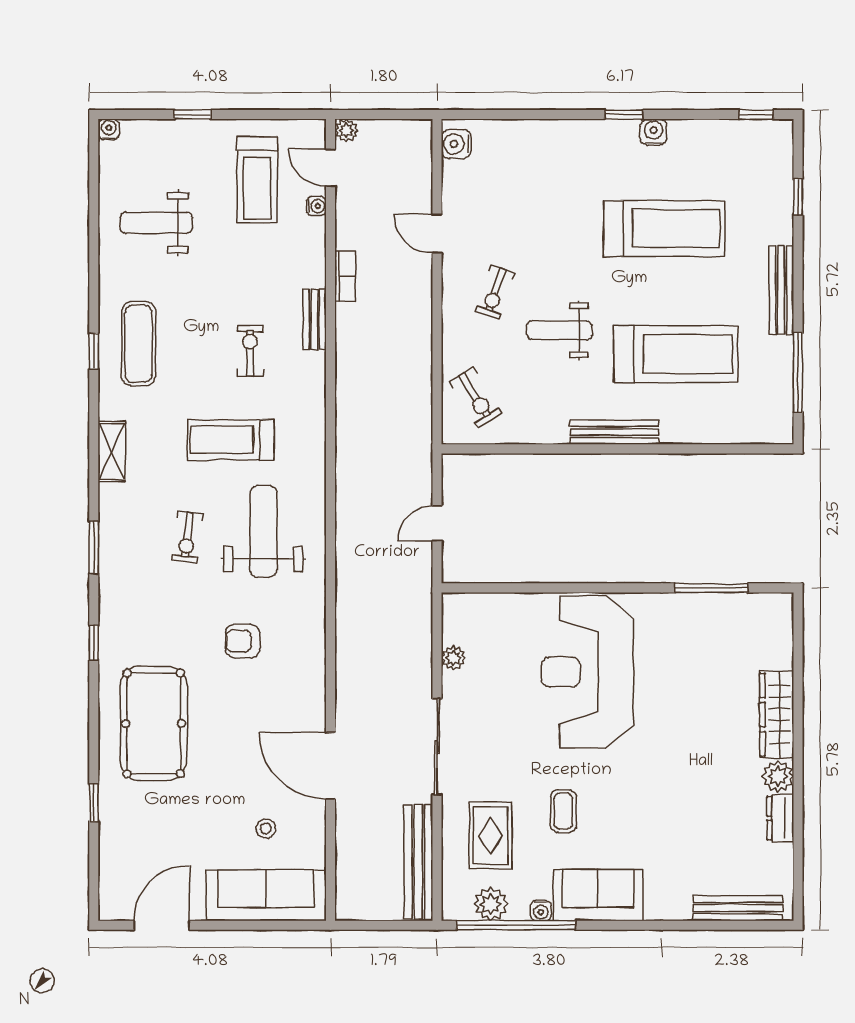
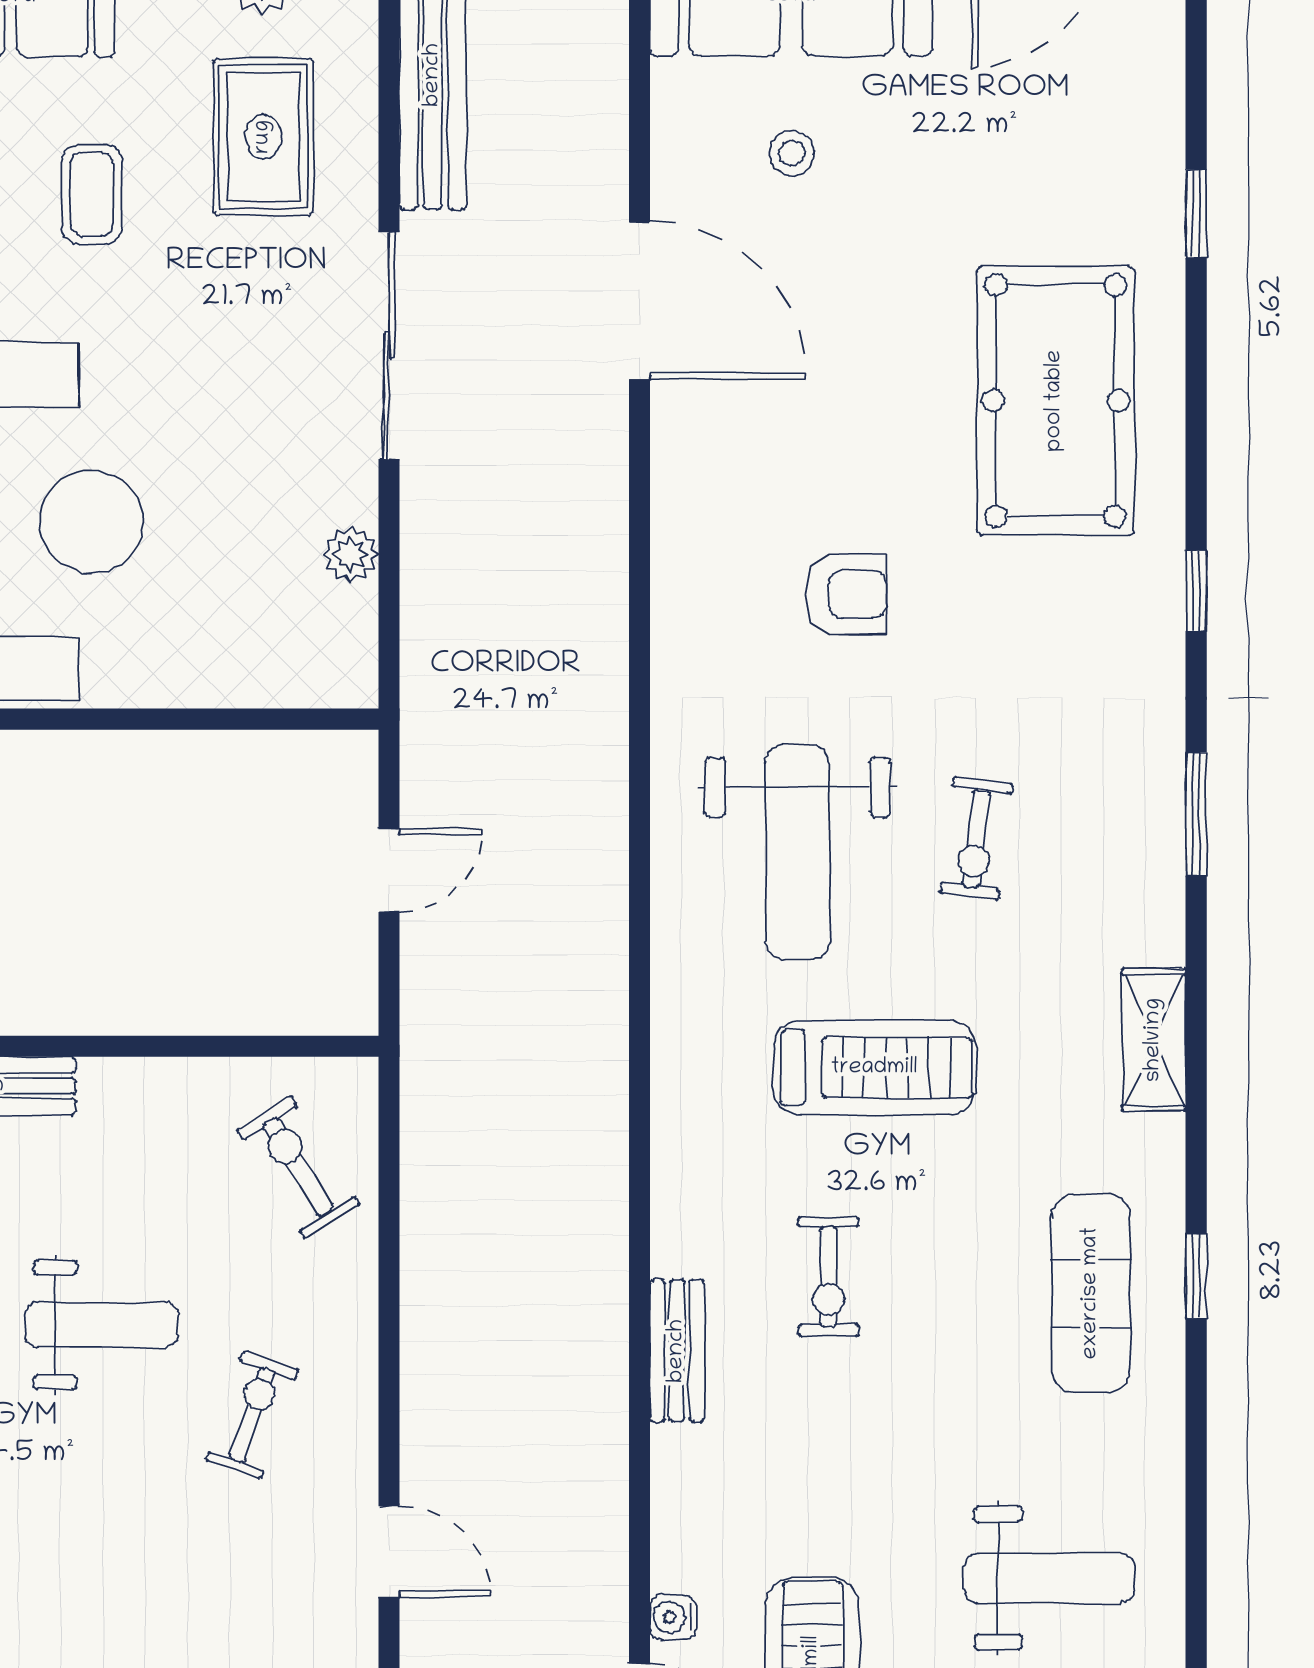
bookcase: (345, 276) -> (605, 1452), removed
exercise bike: (187, 537) -> (976, 839), turned 180

